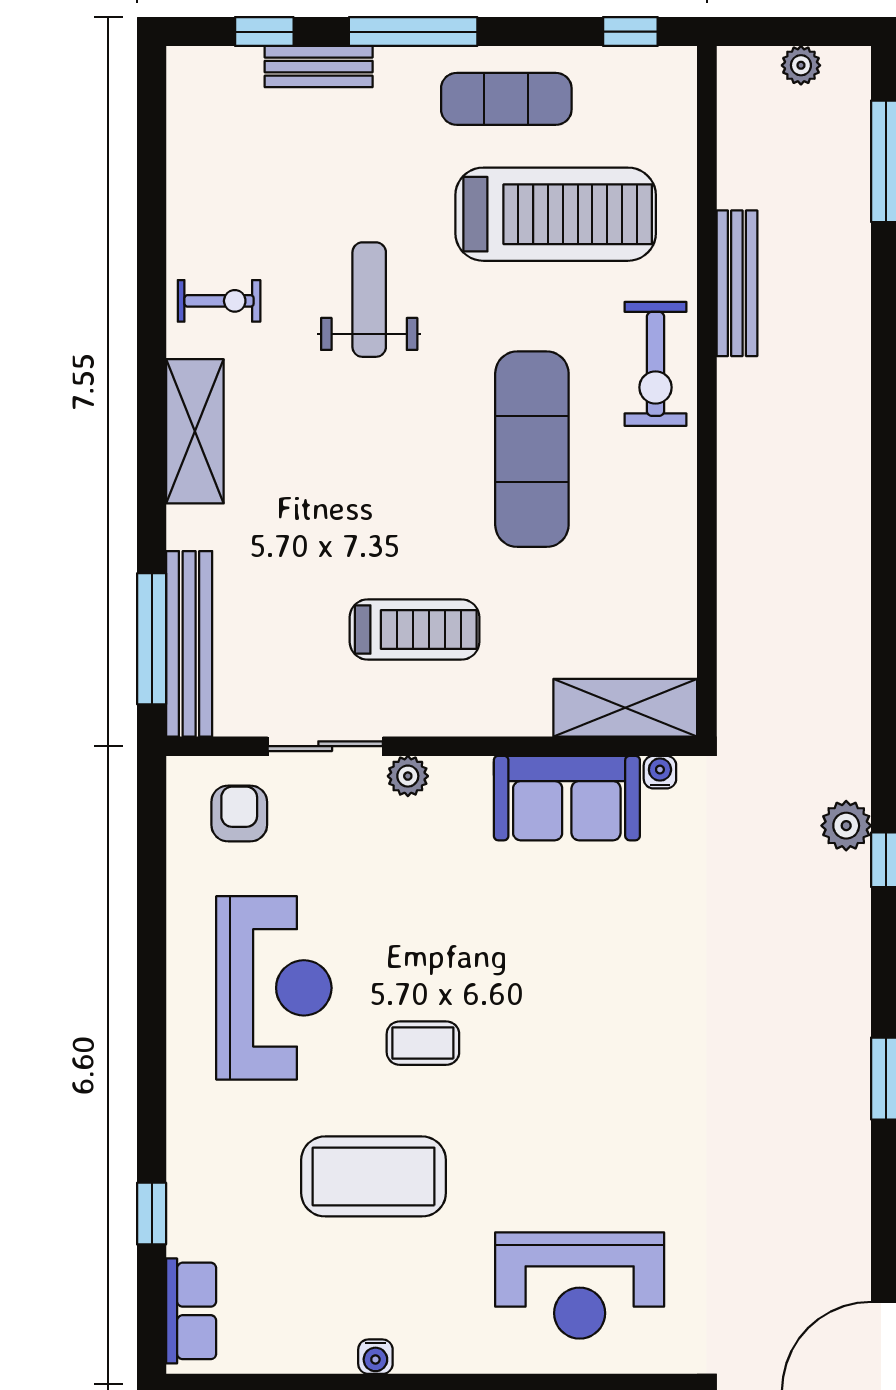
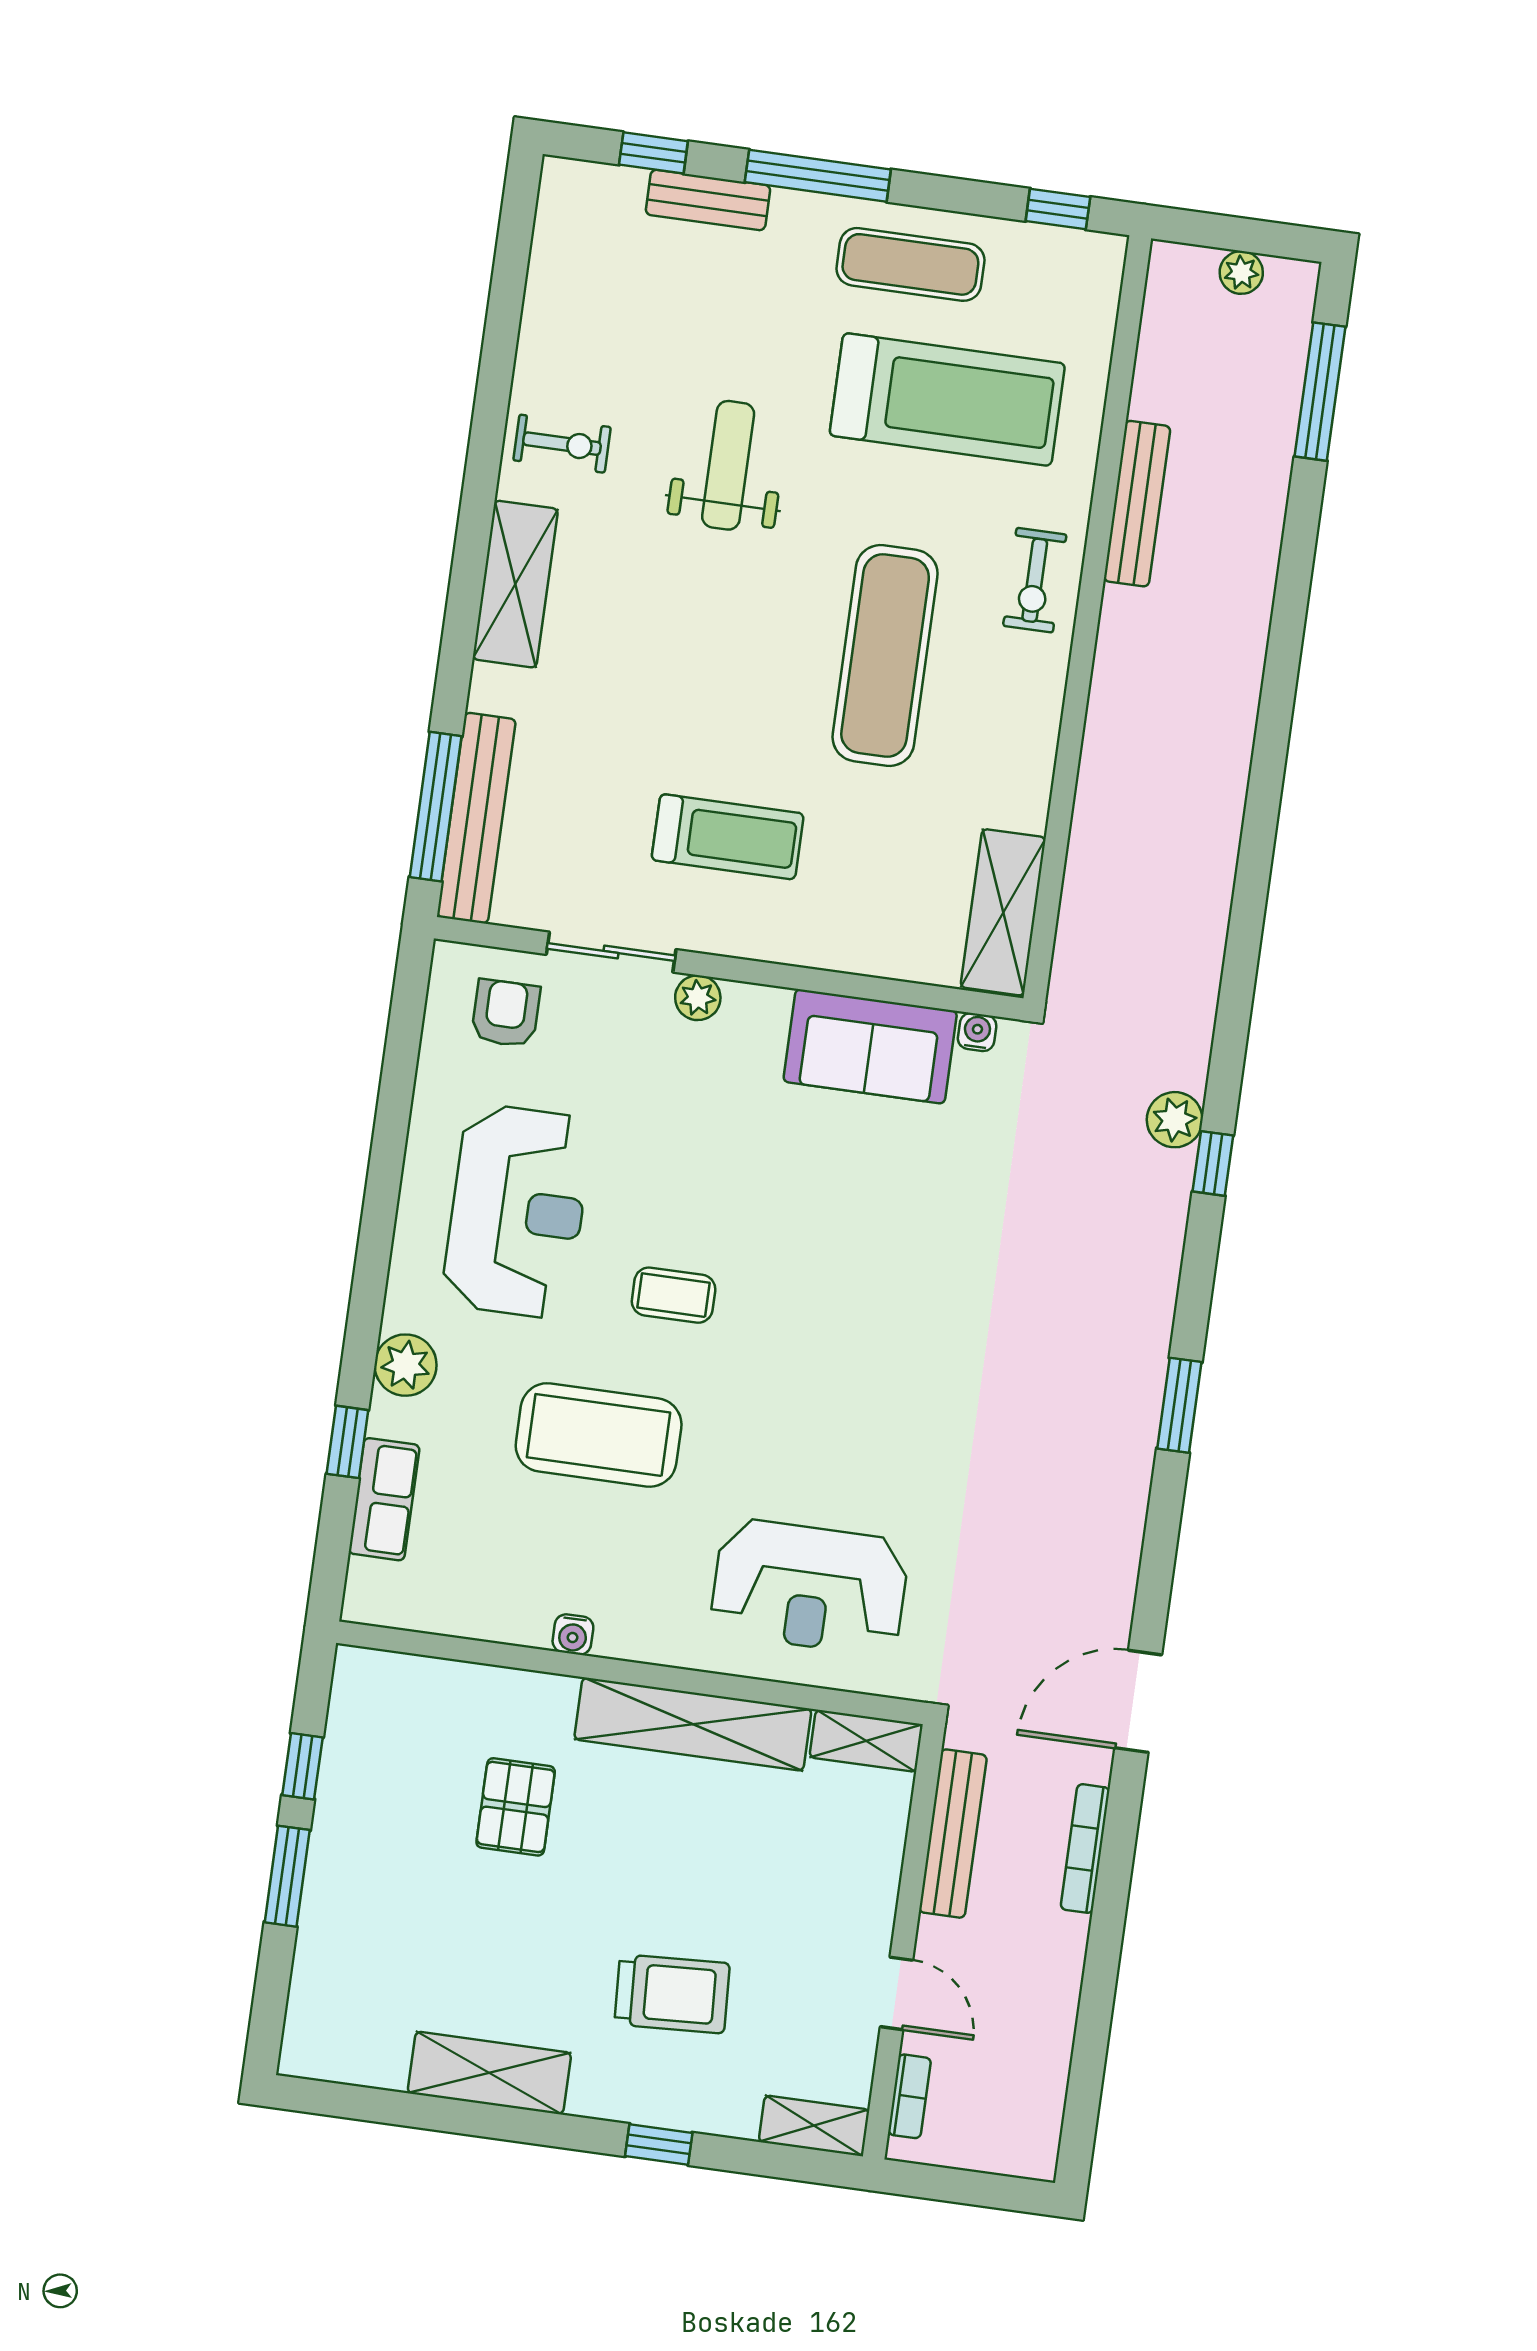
exercise bike: (656, 364) -> (1035, 580), width x0.73, depth x0.72
shelving: (625, 708) -> (1003, 912), moved, turned 90
plant: (194, 1138) -> (406, 1365), added
row of seats: (191, 1311) -> (384, 1499), moved

